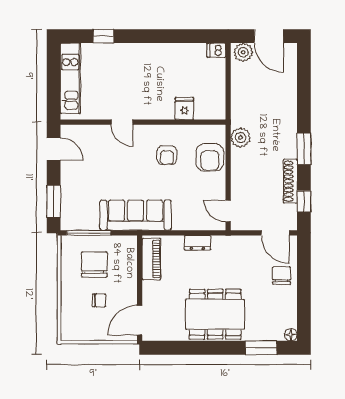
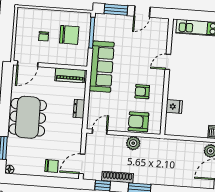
plant: (241, 137) -> (133, 143), moved
door: (54, 149) -> (142, 12), moved
door: (140, 320) -> (28, 64), swing flipped

